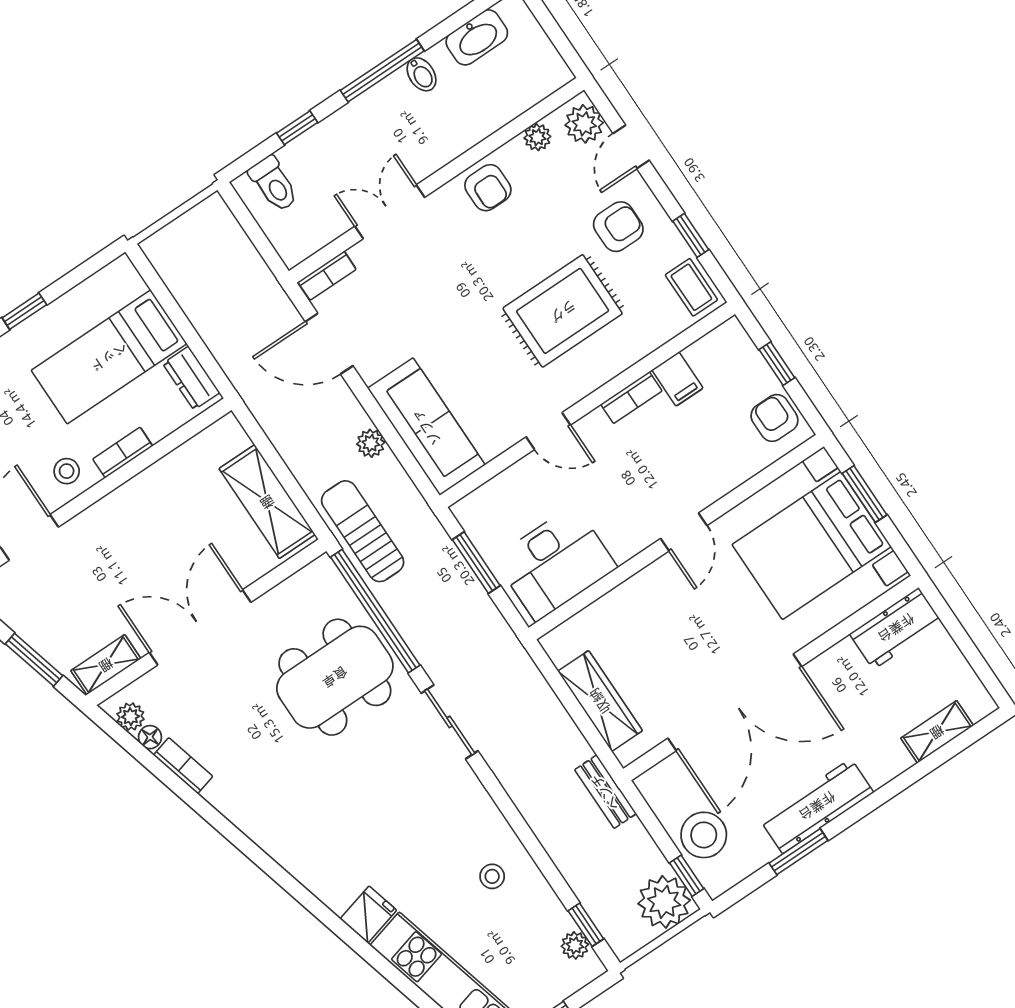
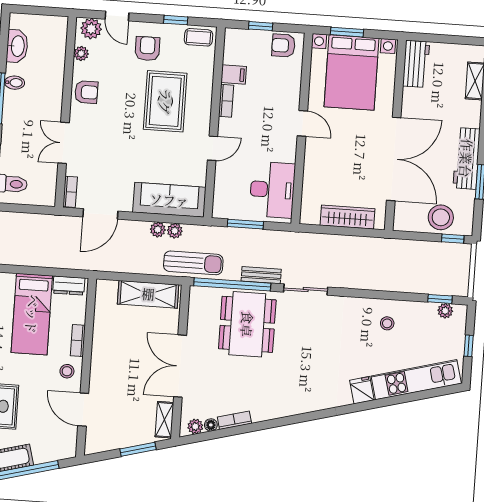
sun lounger: (363, 531) -> (193, 263), turned 180
bench: (605, 792) -> (261, 275), moved
plant: (664, 902) -> (175, 231), moved, width x0.53, depth x0.53

